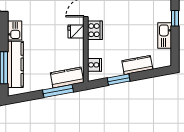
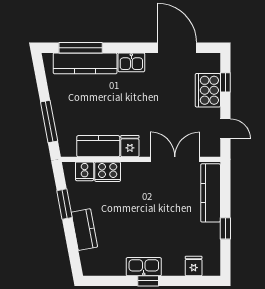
cooker: (95, 30) -> (108, 172), moved
kitchen sink: (165, 36) -> (144, 267), moved
kitchen counter: (67, 78) -> (98, 146), moved, turned -79

